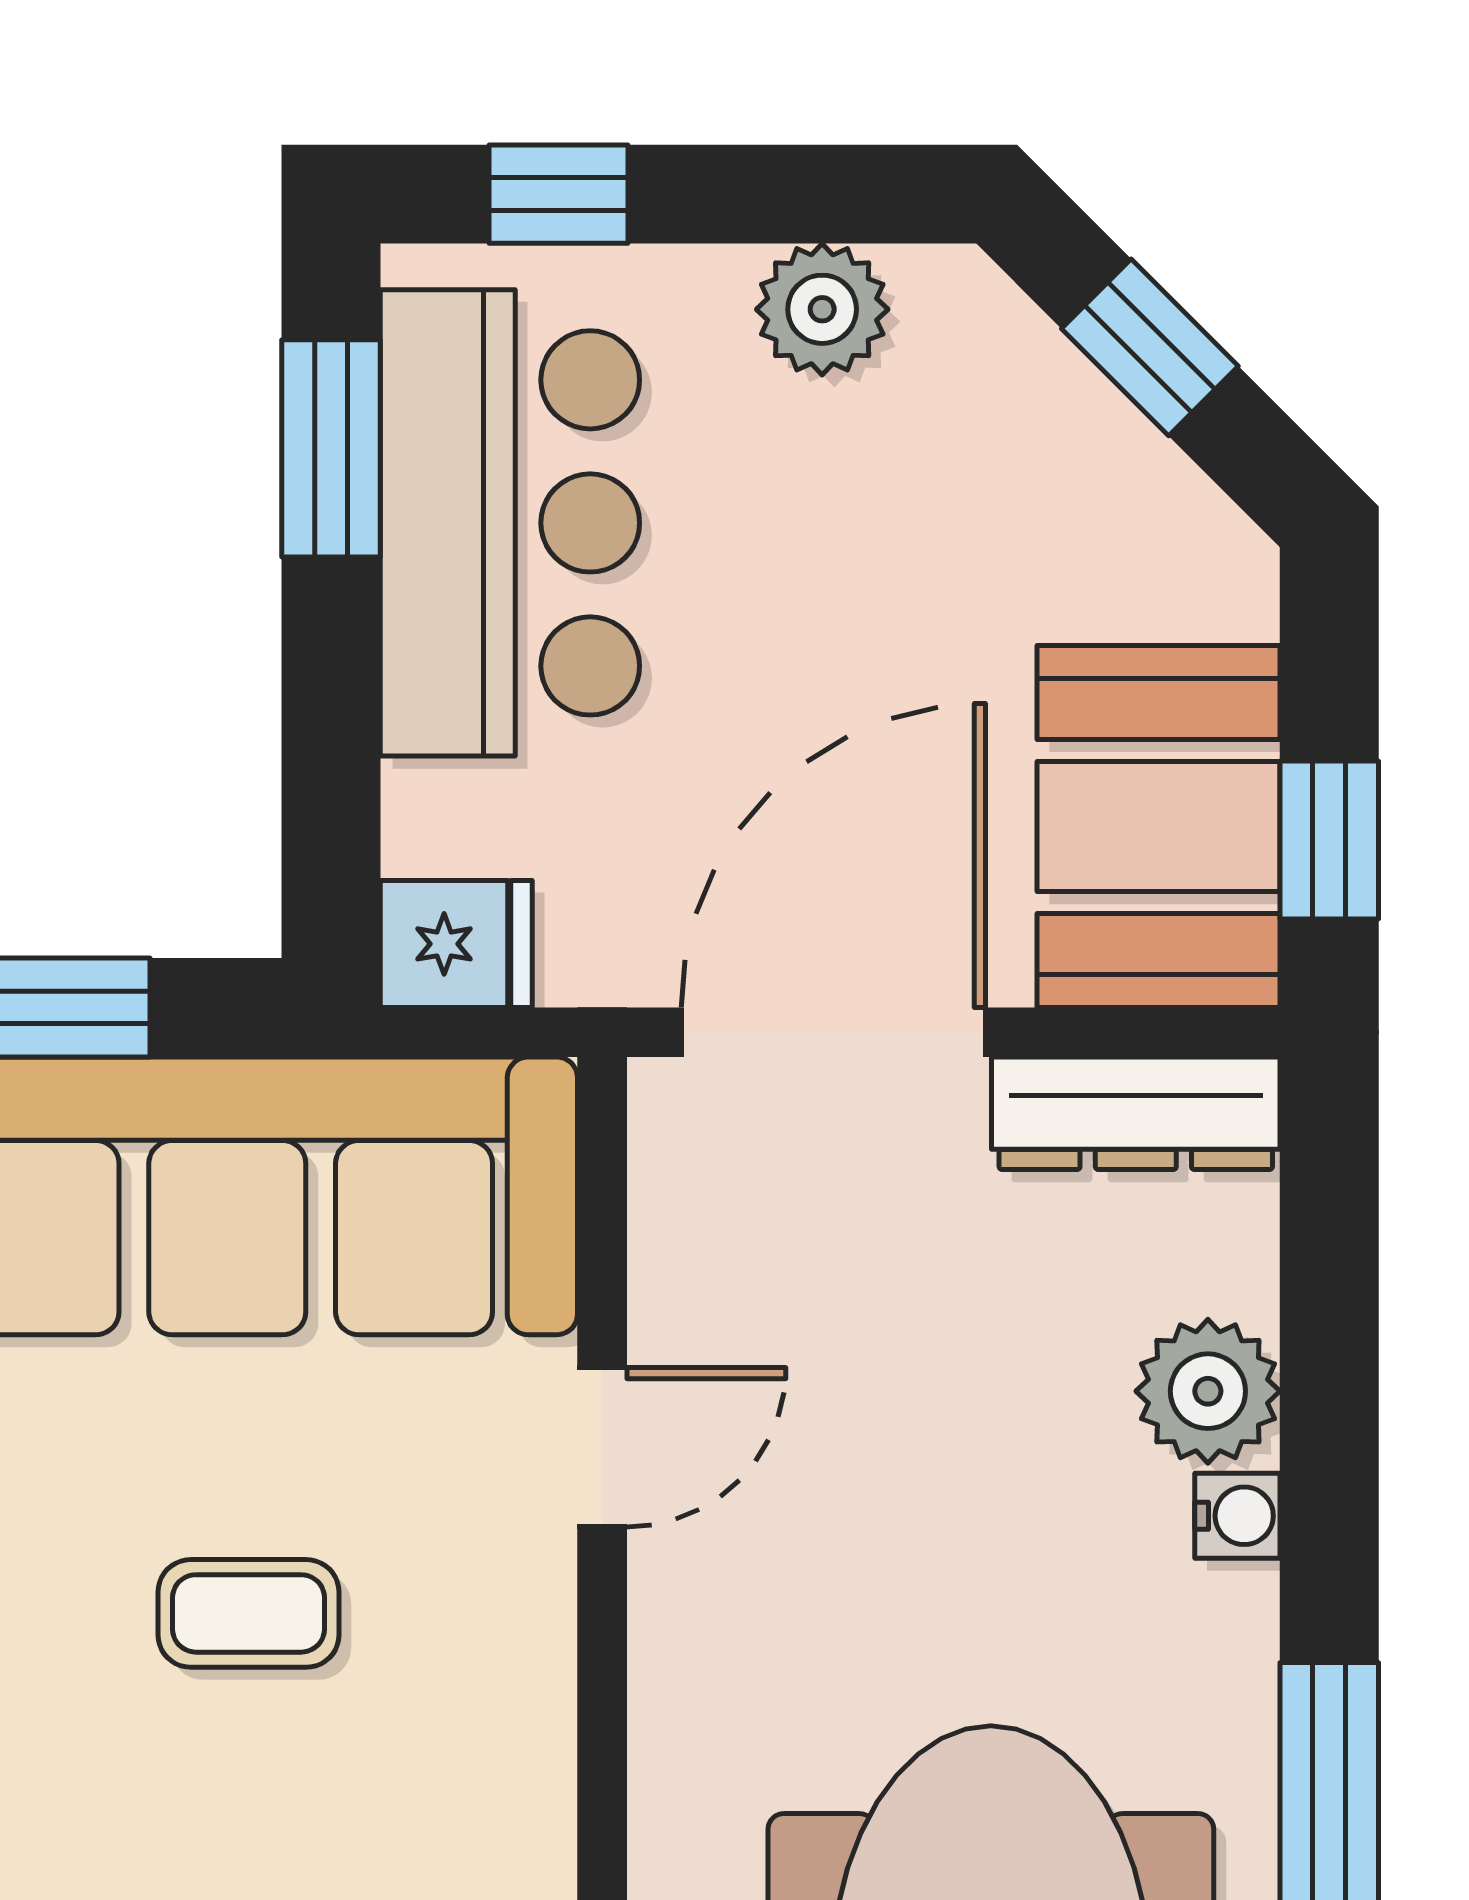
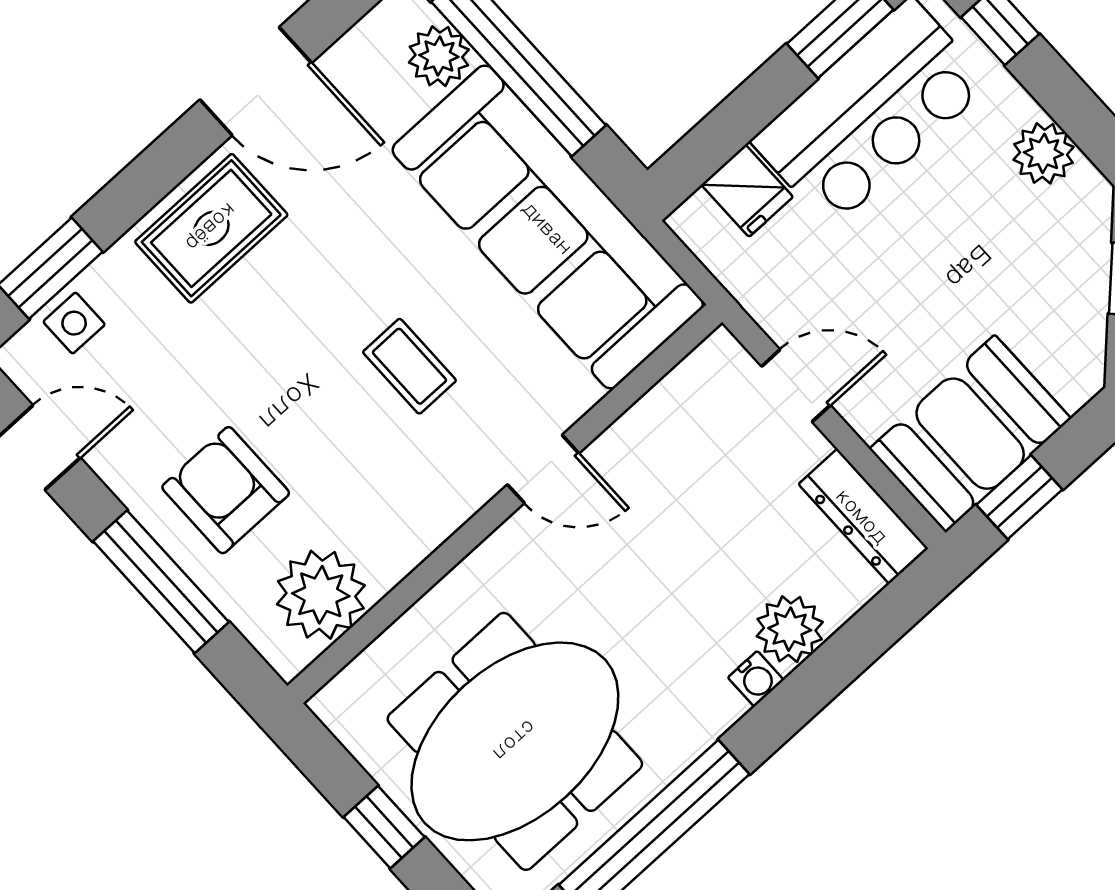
fridge: (456, 944) -> (747, 191), moved
door: (833, 1032) -> (796, 386), width x0.53
door: (602, 1447) -> (543, 469), moved

